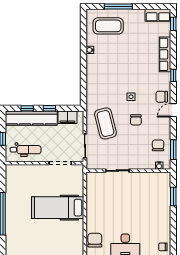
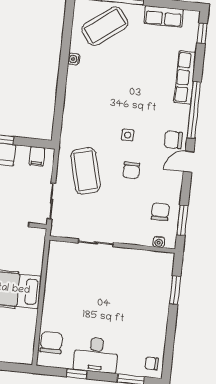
row of seats: (158, 15) -> (164, 16), moved
coffee table: (108, 26) -> (105, 26), turned -37
window: (173, 75) -> (194, 110), width x3.17
filing cabinet: (67, 117) -> (37, 156), width x0.50

